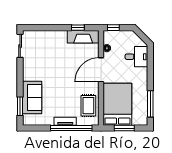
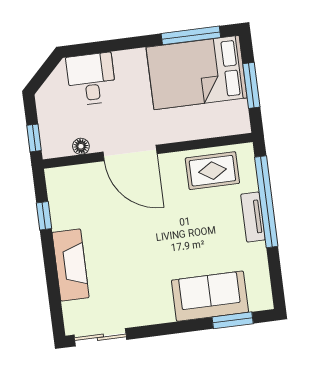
fireplace: (83, 37) -> (71, 265), moved
bed: (117, 104) -> (197, 73), moved

